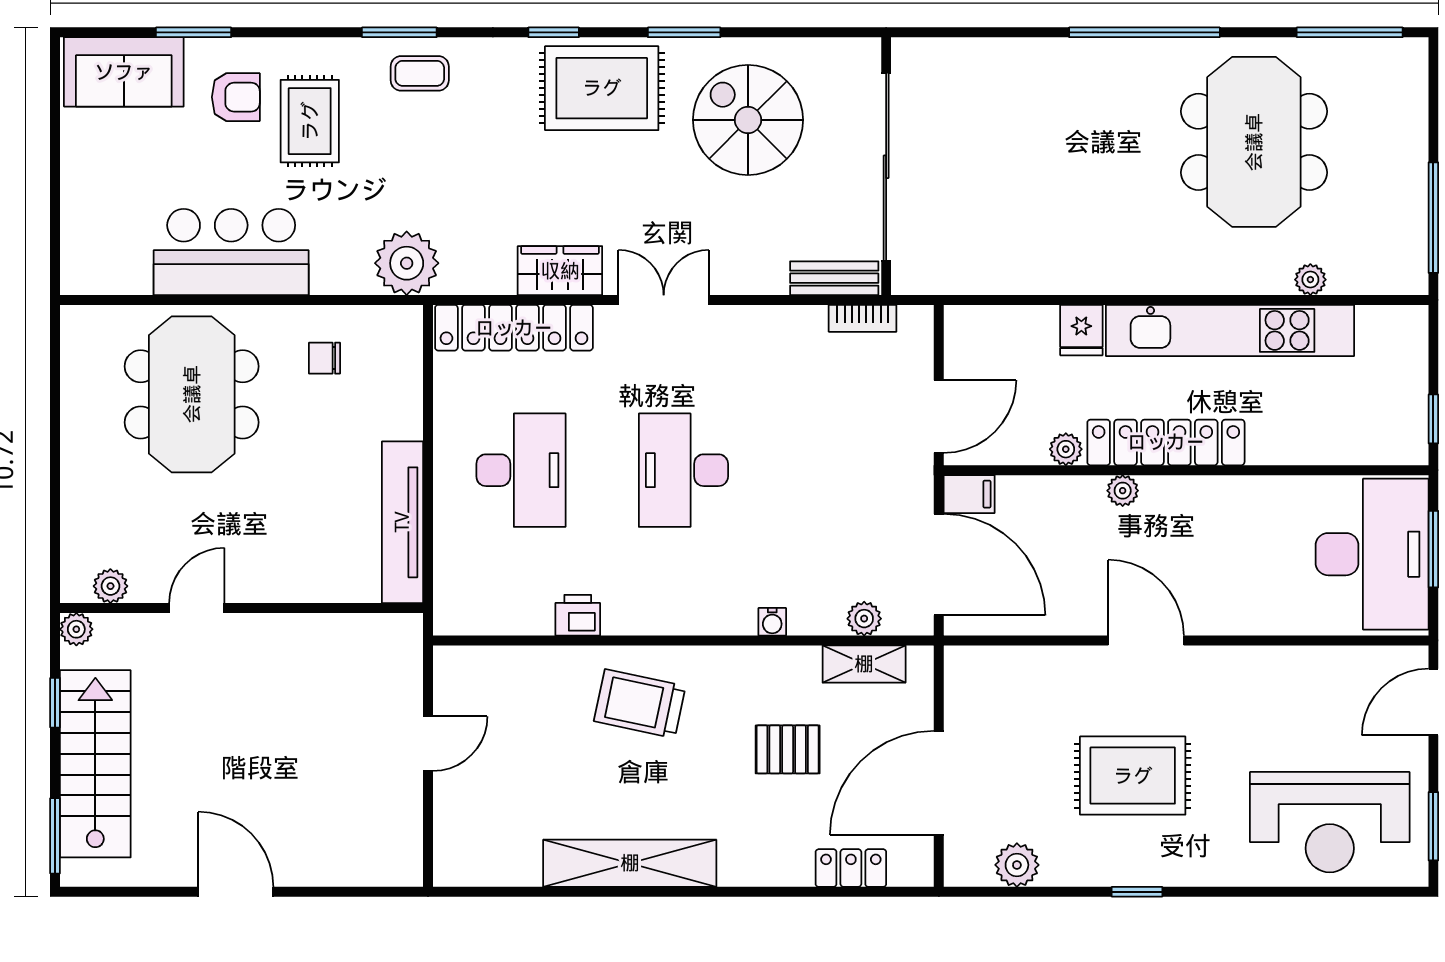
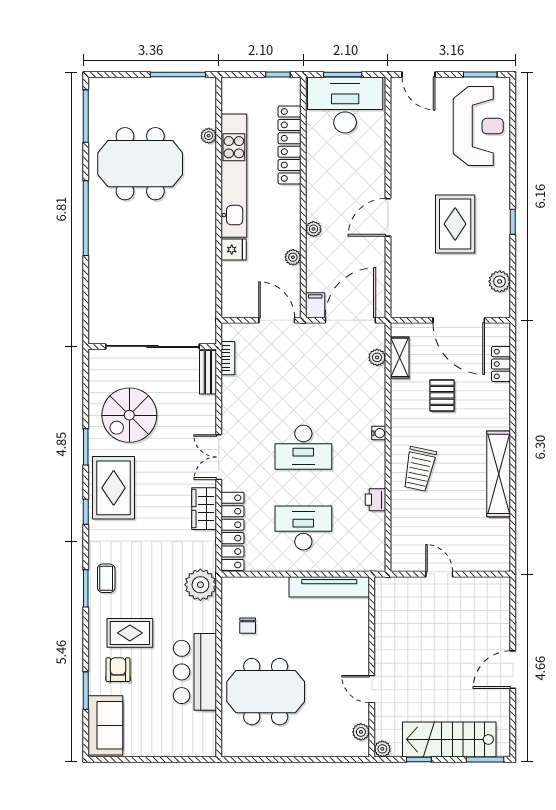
locker: (1166, 442) -> (290, 145), moved
water cooler: (772, 622) -> (379, 433), moved

